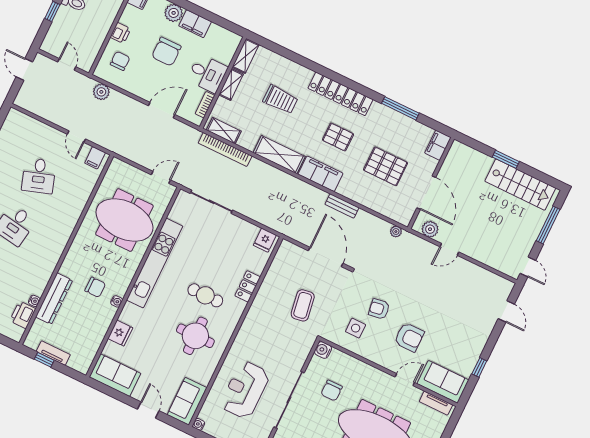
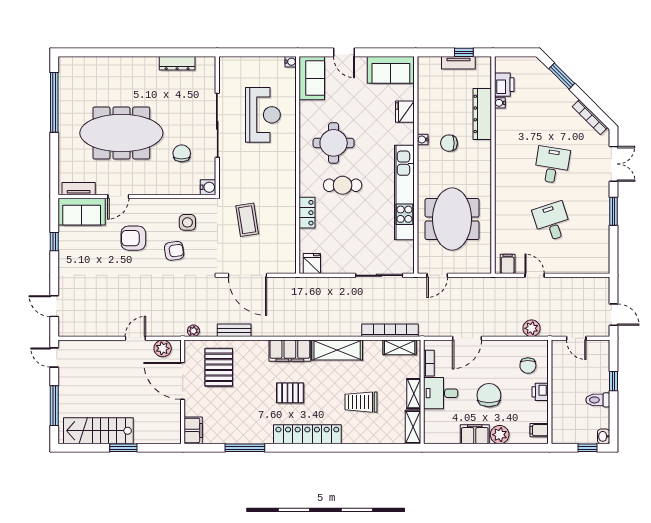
pallet: (386, 166) -> (219, 367), moved, turned 90
bench: (342, 206) -> (234, 330), moved
meeting table: (124, 220) -> (452, 219), turned 90

